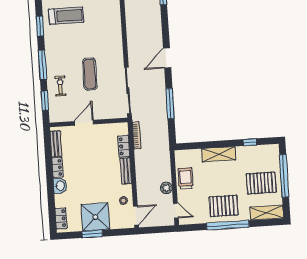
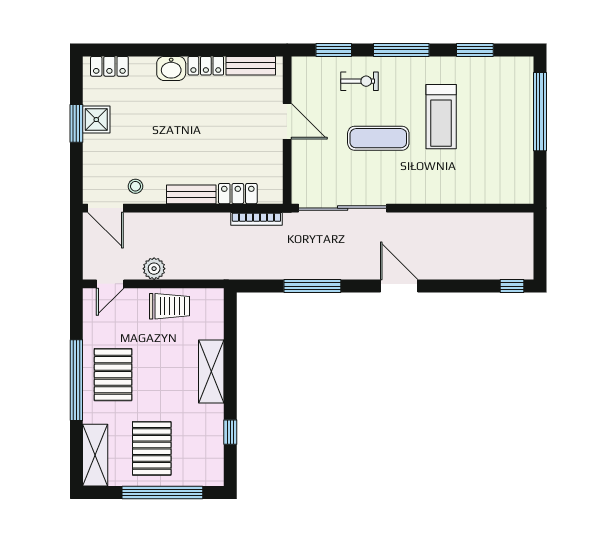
treadmill: (66, 16) -> (441, 117), moved
shower: (95, 217) -> (96, 120), width x0.54, depth x0.54

